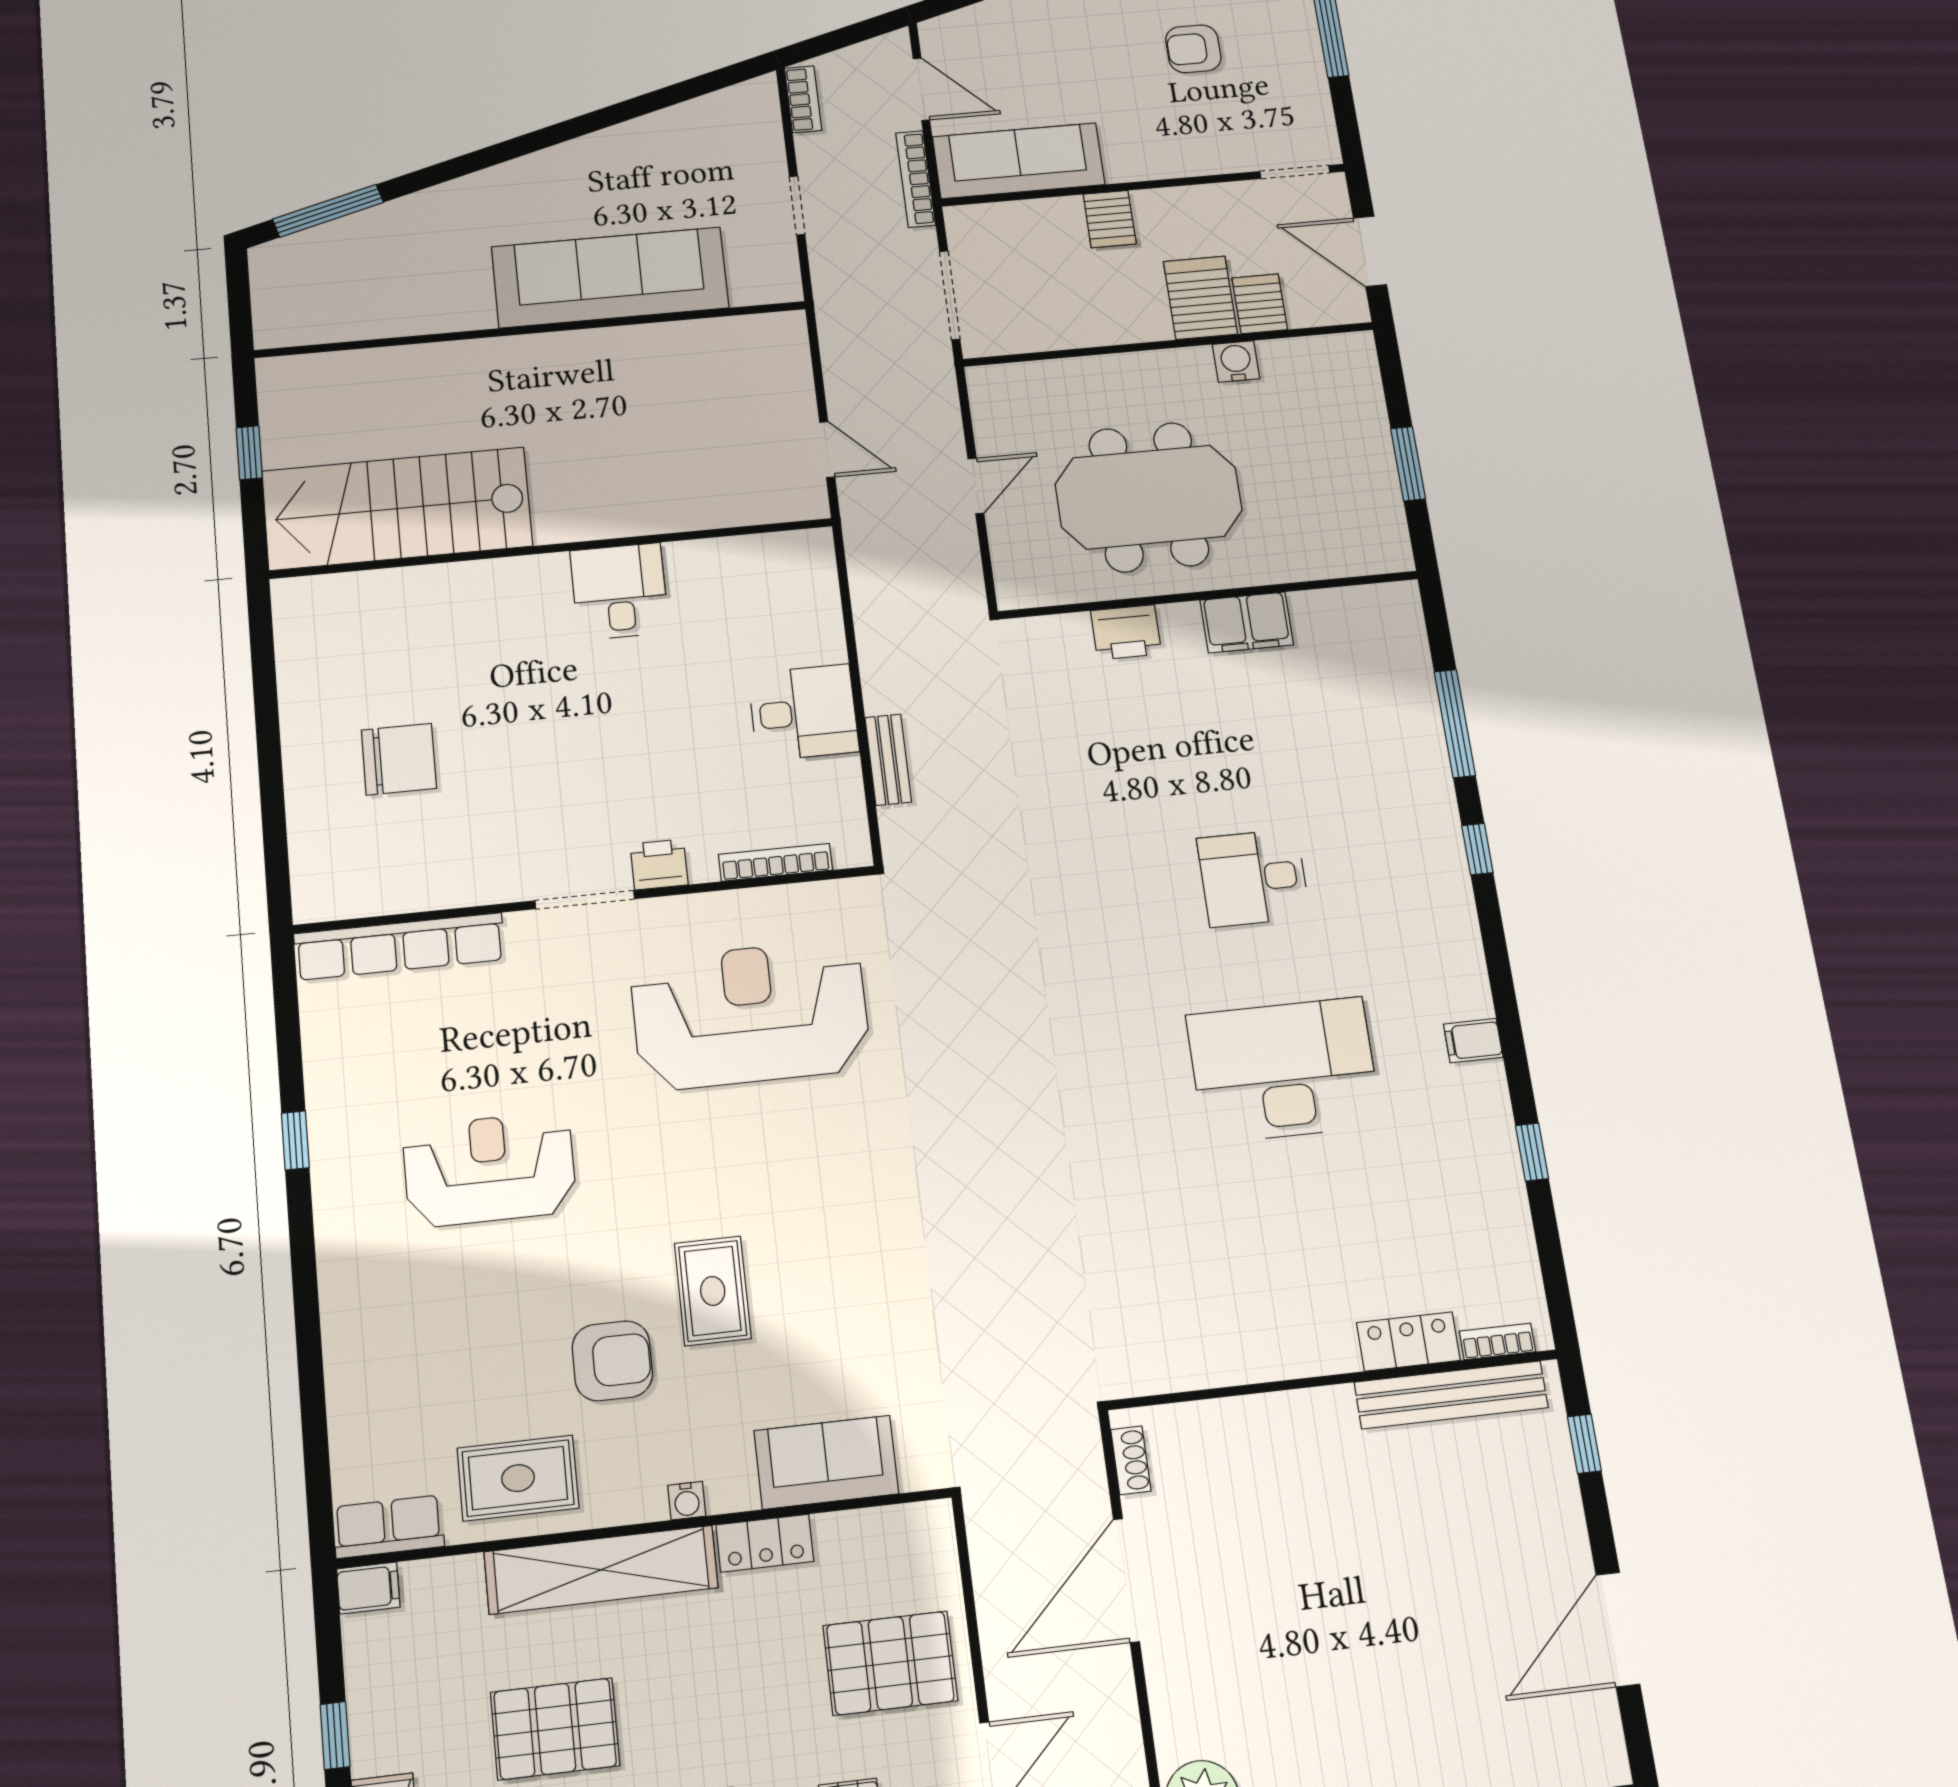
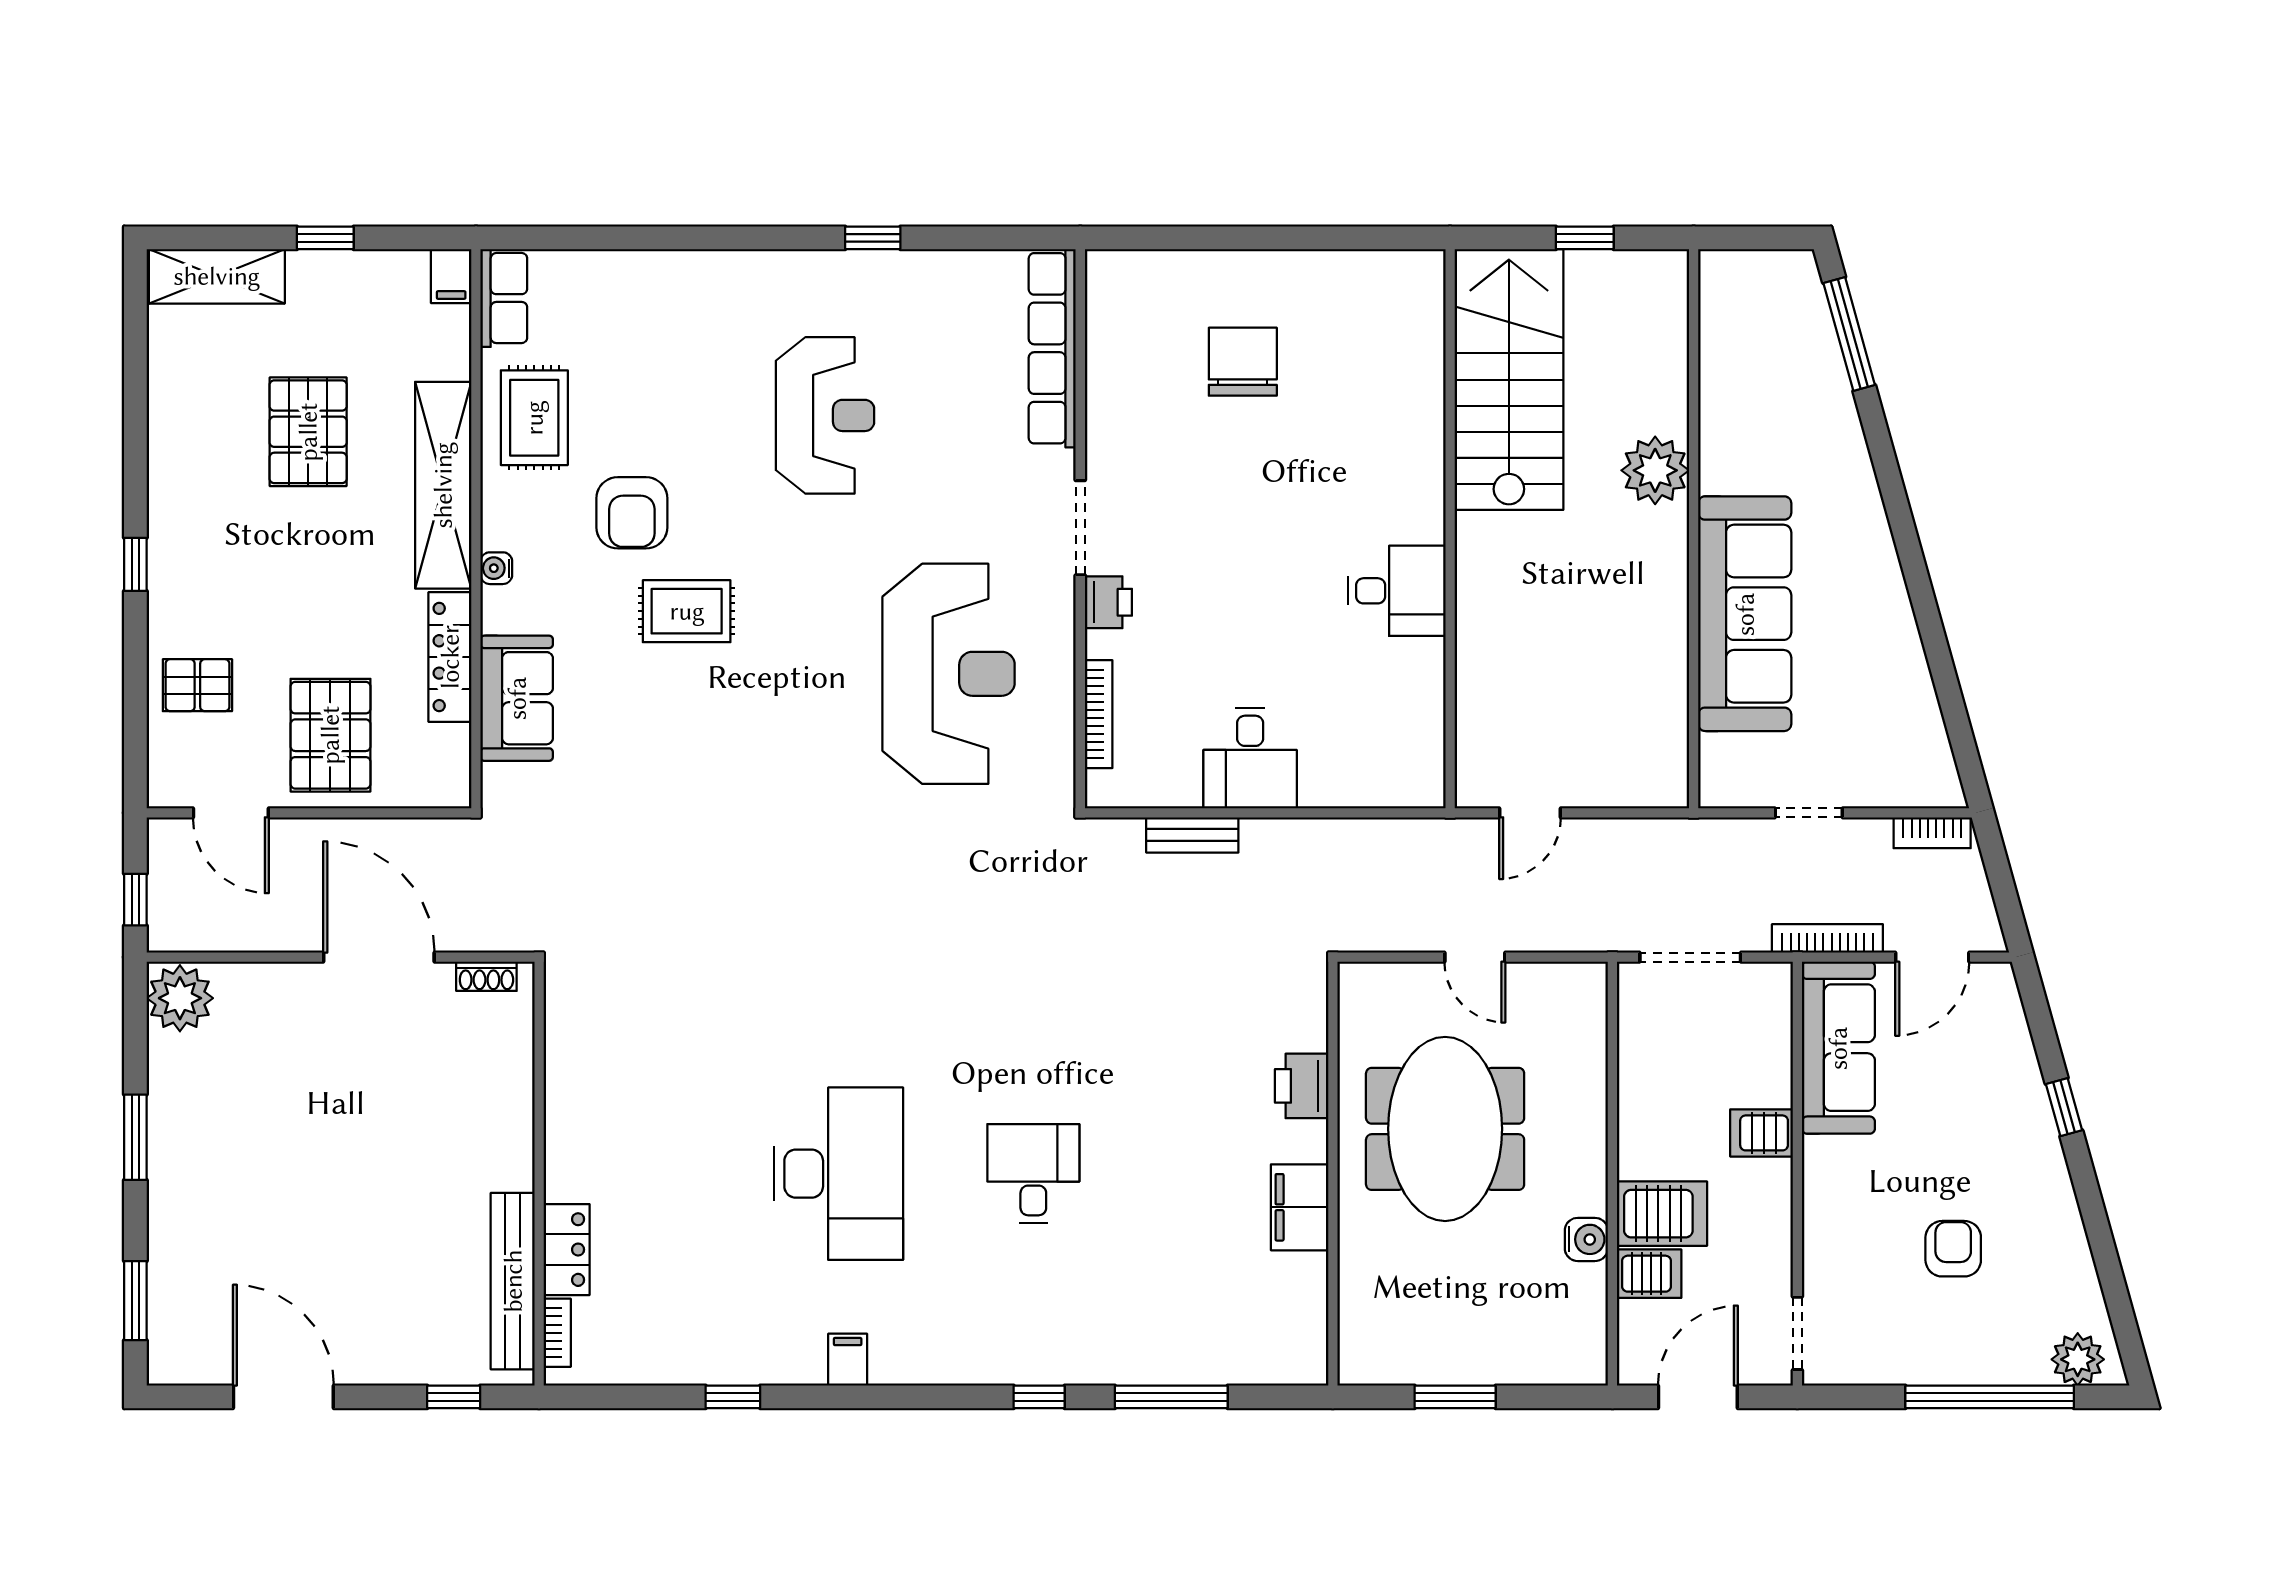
plant: (477, 369) -> (1655, 470), added
chair: (399, 759) -> (1243, 362), turned 180
locker: (765, 1543) -> (450, 657), width x1.53

